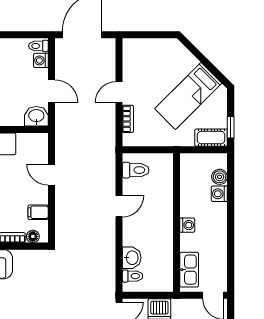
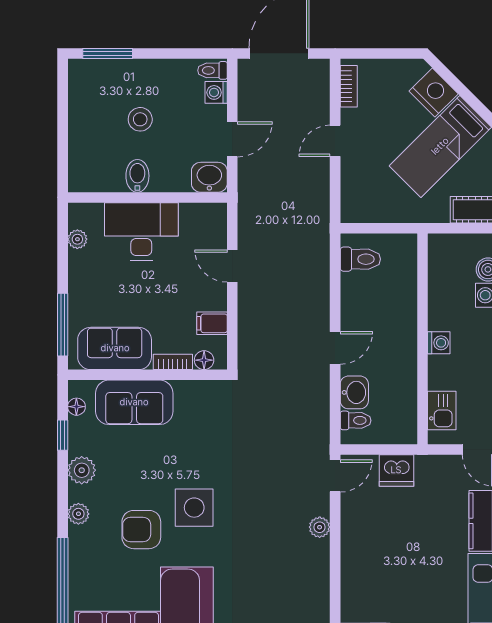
nightstand: (184, 60) -> (434, 92), added
door: (51, 91) -> (232, 139), hinge flipped
bookcase: (128, 119) -> (349, 86), moved
door: (119, 206) -> (335, 348), moved
kitchen sink: (189, 270) -> (442, 411), width x0.73

